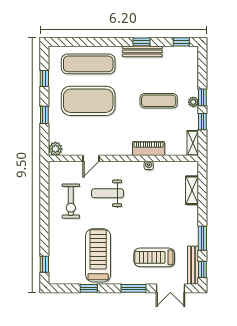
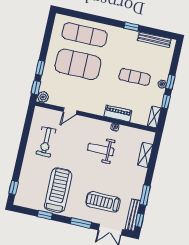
window: (181, 42) -> (163, 34), removed
bench: (142, 51) -> (154, 40), moved
window: (44, 78) -> (36, 88), moved
weight bench: (108, 193) -> (101, 150), moved

